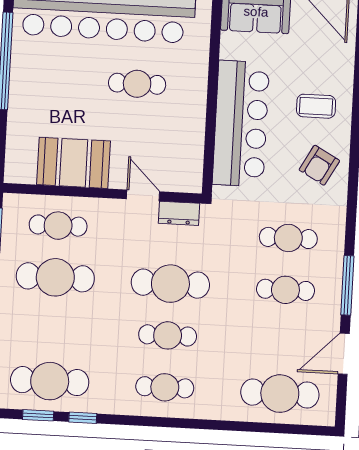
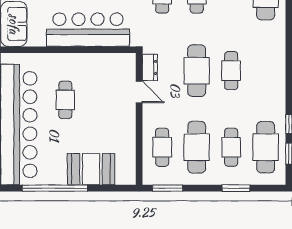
booth: (74, 163) -> (91, 169), moved, turned 90
door: (143, 195) -> (139, 92), swing flipped
cafe table: (165, 387) -> (231, 147), moved

